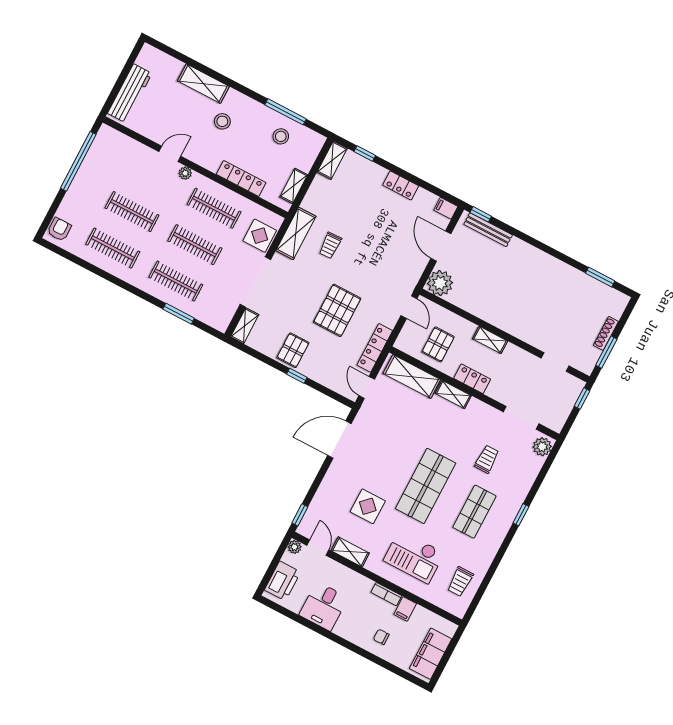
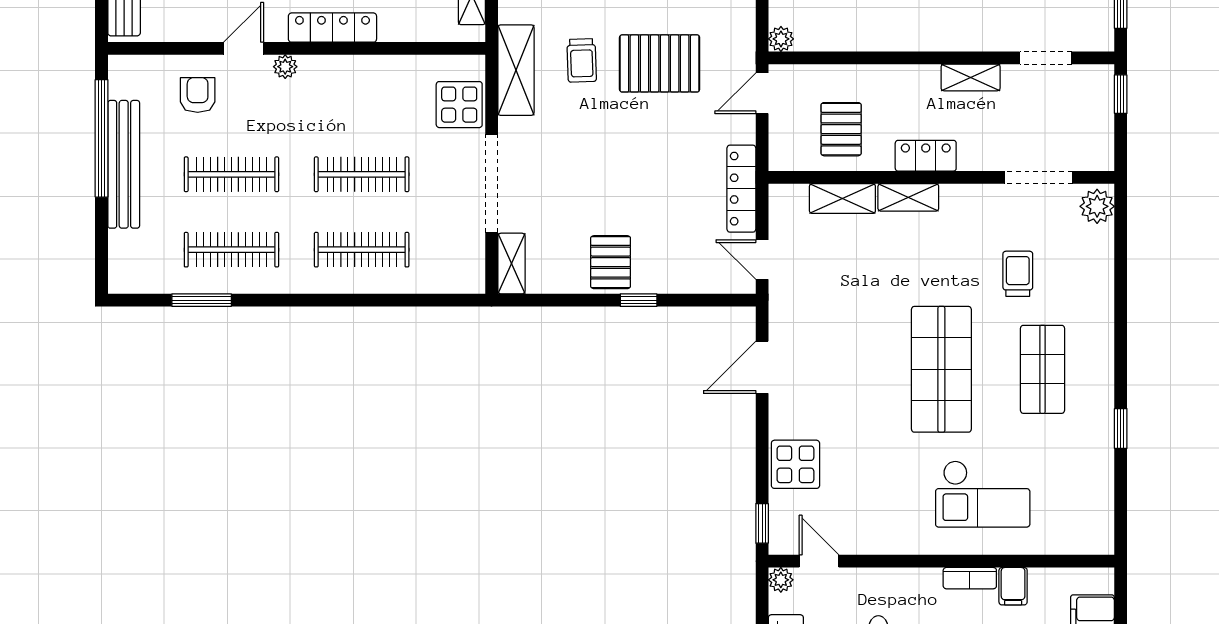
locker: (241, 178) -> (332, 28), moved
bench: (82, 179) -> (124, 164), added
clothes rail: (214, 208) -> (362, 99), removed
armchair: (59, 229) -> (198, 95), moved
plant: (440, 283) -> (781, 39), width x0.53, depth x0.53
door: (409, 307) -> (762, 93), swing flipped
pallet: (337, 310) -> (660, 63), moved, turned 90
window: (179, 314) -> (202, 300), moved
shelving: (490, 340) -> (971, 77), moved
shelving: (412, 377) -> (842, 199), width x0.67, depth x0.75
door: (339, 439) -> (762, 367), width x0.73
display table: (368, 506) -> (795, 464), moved
window: (521, 515) -> (1121, 428), moved
shelving: (350, 552) -> (875, 540), removed
trolley: (460, 582) -> (1079, 495), removed

